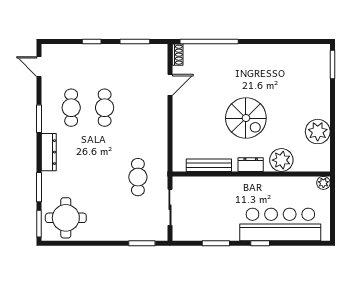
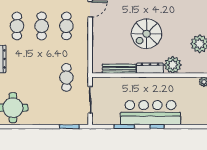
cafe table: (138, 108) -> (66, 26), added
spiral stairs: (246, 118) -> (146, 34), turned 90
dresser: (251, 165) -> (150, 68), width x1.44
bar counter: (280, 224) -> (150, 113), moved

